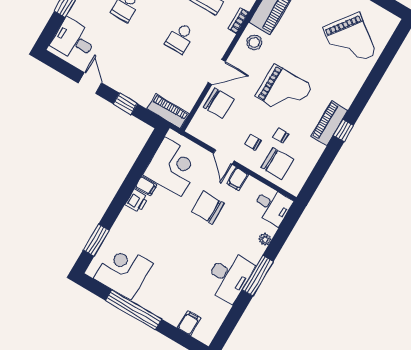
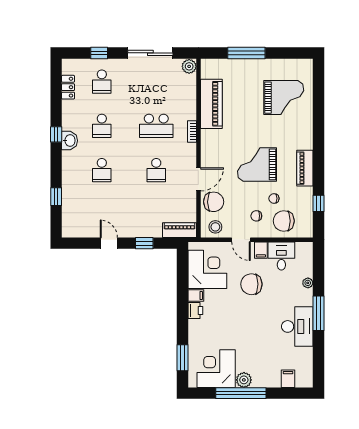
desk: (74, 40) -> (78, 218), removed
grand piano: (350, 41) -> (284, 98), turned -37
stool: (254, 42) -> (215, 227), moved
grand piano: (284, 91) -> (257, 164), turned 180
window: (343, 130) -> (319, 203), moved
chair: (277, 163) -> (284, 221), turned 180
desk: (272, 206) -> (281, 256), moved, turned -90
plant: (144, 298) -> (244, 380), added

